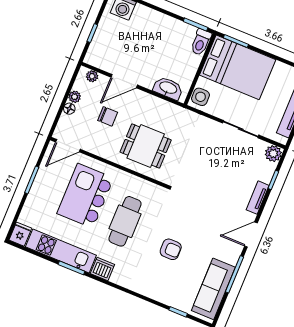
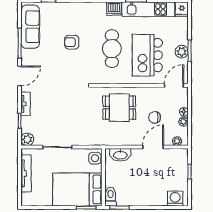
plant: (42, 183) -> (182, 52), added
kitchen island: (85, 196) -> (147, 55), turned 180

